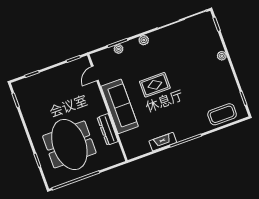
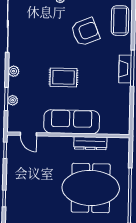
rug: (155, 85) -> (63, 77), turned 90
armchair: (201, 88) -> (85, 32), added
fireplace: (163, 142) -> (125, 69), moved

